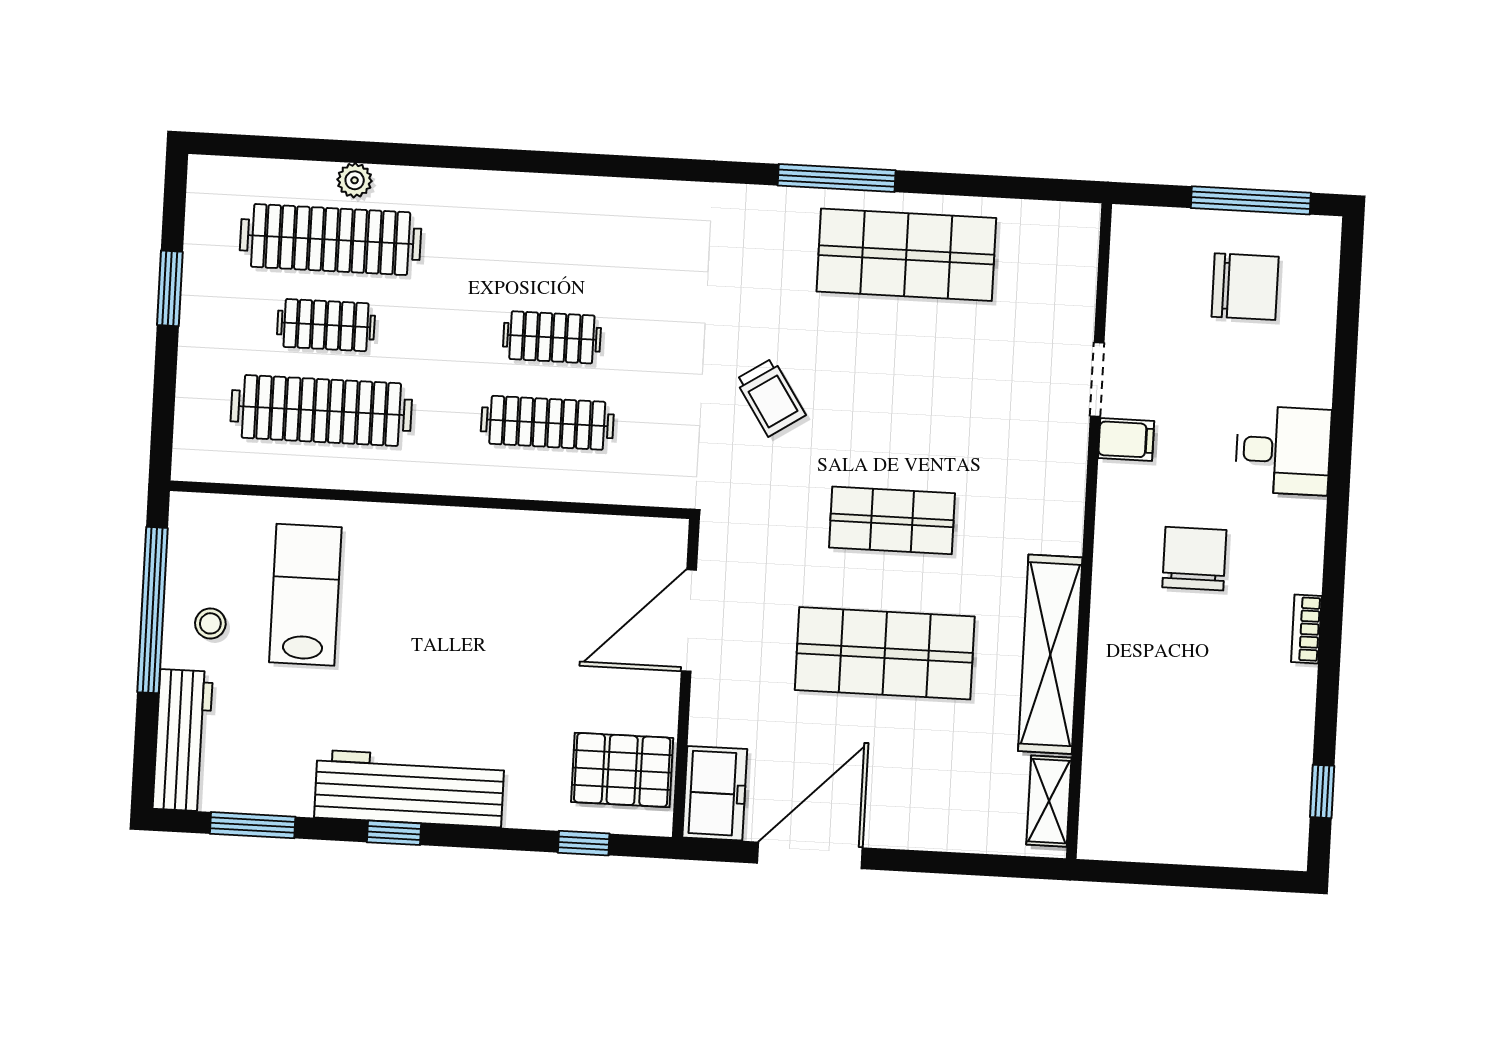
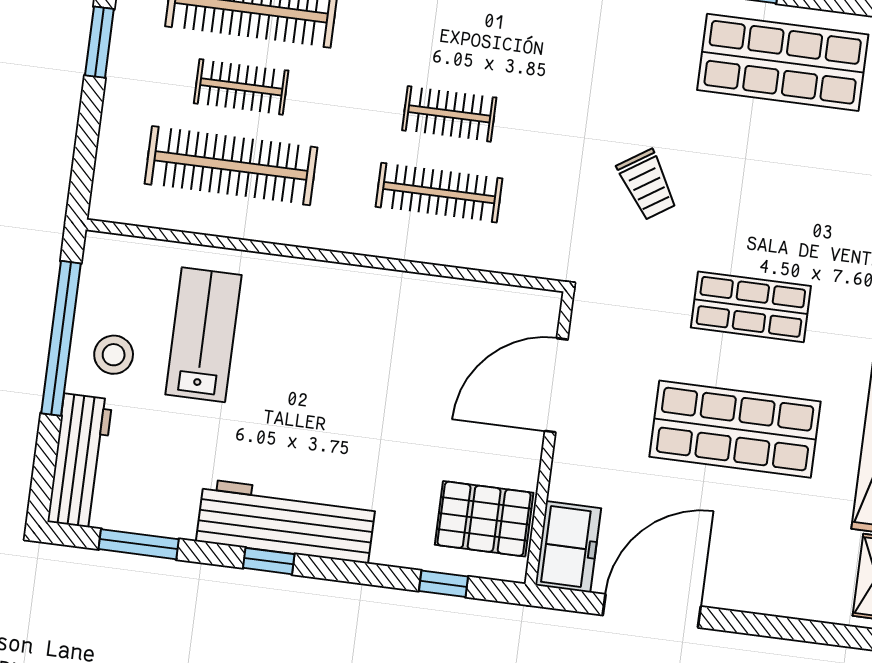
stool: (210, 623) -> (114, 355), width x1.37, depth x1.37

